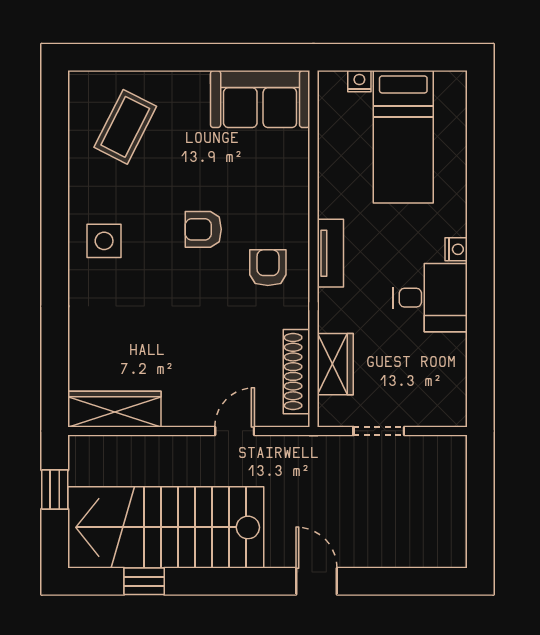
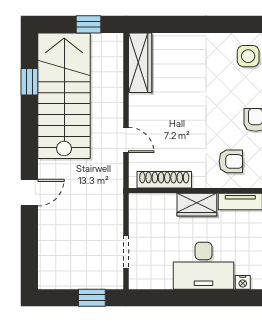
desk: (430, 298) -> (203, 266), width x1.37
wardrobe: (335, 364) -> (197, 205), moved
doorway: (379, 431) -> (126, 252), moved
window: (480, 484) -> (92, 298), added

